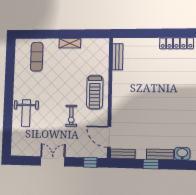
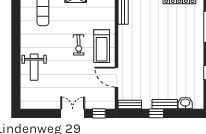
exercise bike: (71, 116) -> (79, 45), moved
door: (109, 137) -> (117, 77), moved
double door: (53, 161) -> (73, 113), moved

